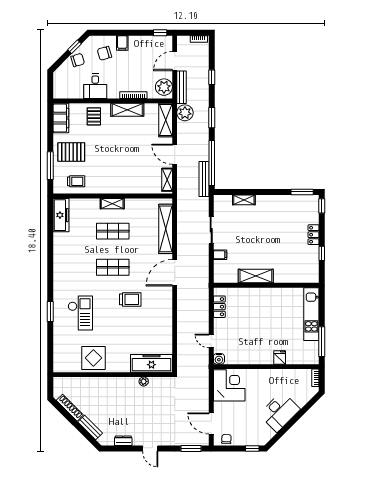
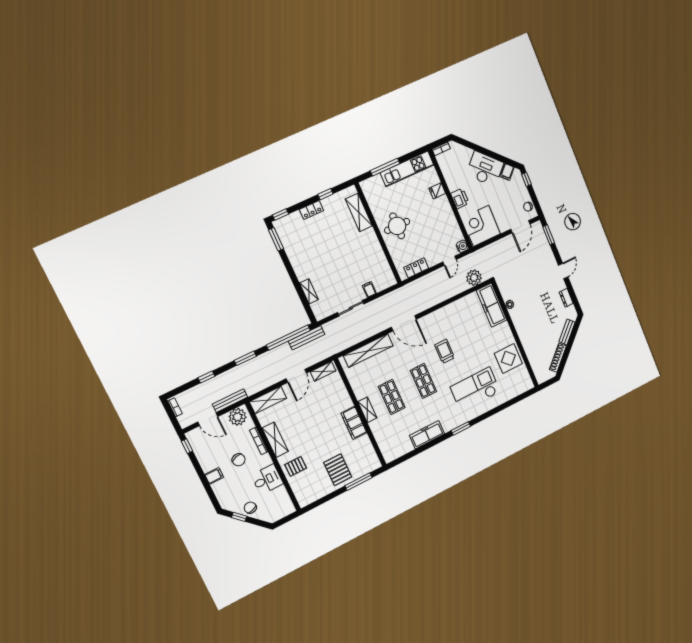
chair: (104, 53) -> (239, 460), moved
plant: (185, 113) -> (474, 278), moved
filing cabinet: (61, 118) -> (354, 423), moved, turned -90
trolley: (76, 181) -> (362, 452), removed
freezer: (61, 215) -> (427, 435), moved
shelving: (256, 276) -> (359, 212), moved
round table: (265, 306) -> (397, 226), added
window: (50, 311) -> (461, 428), moved
checkout: (80, 313) -> (475, 389), width x1.36, depth x1.21
kitchen unit: (311, 314) -> (407, 169), moved
window: (322, 342) -> (385, 167), moved
printer: (263, 376) -> (460, 198), added
filing cabinet: (267, 432) -> (507, 172), added

